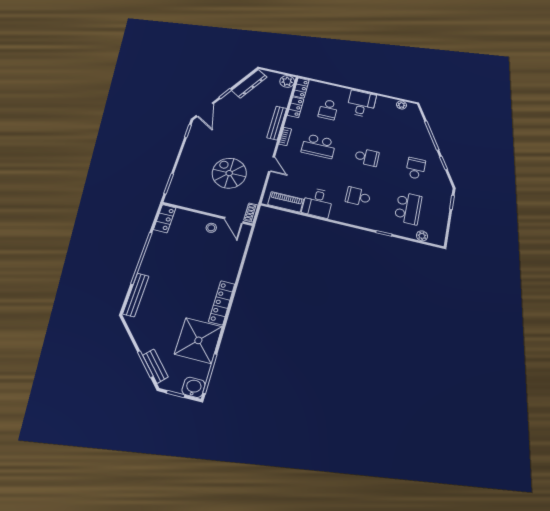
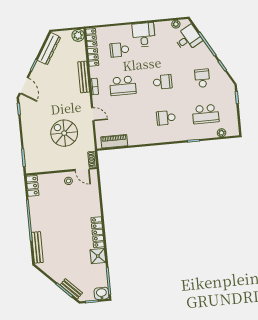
school desk: (328, 109) -> (119, 50), turned 90
desk: (318, 203) -> (188, 38), moved, turned -120
school desk: (408, 208) -> (206, 114), turned 90
shower: (198, 340) -> (98, 256), width x0.54, depth x0.54

